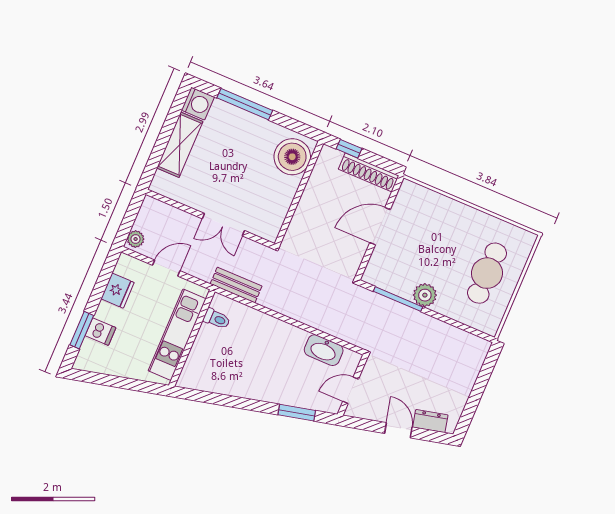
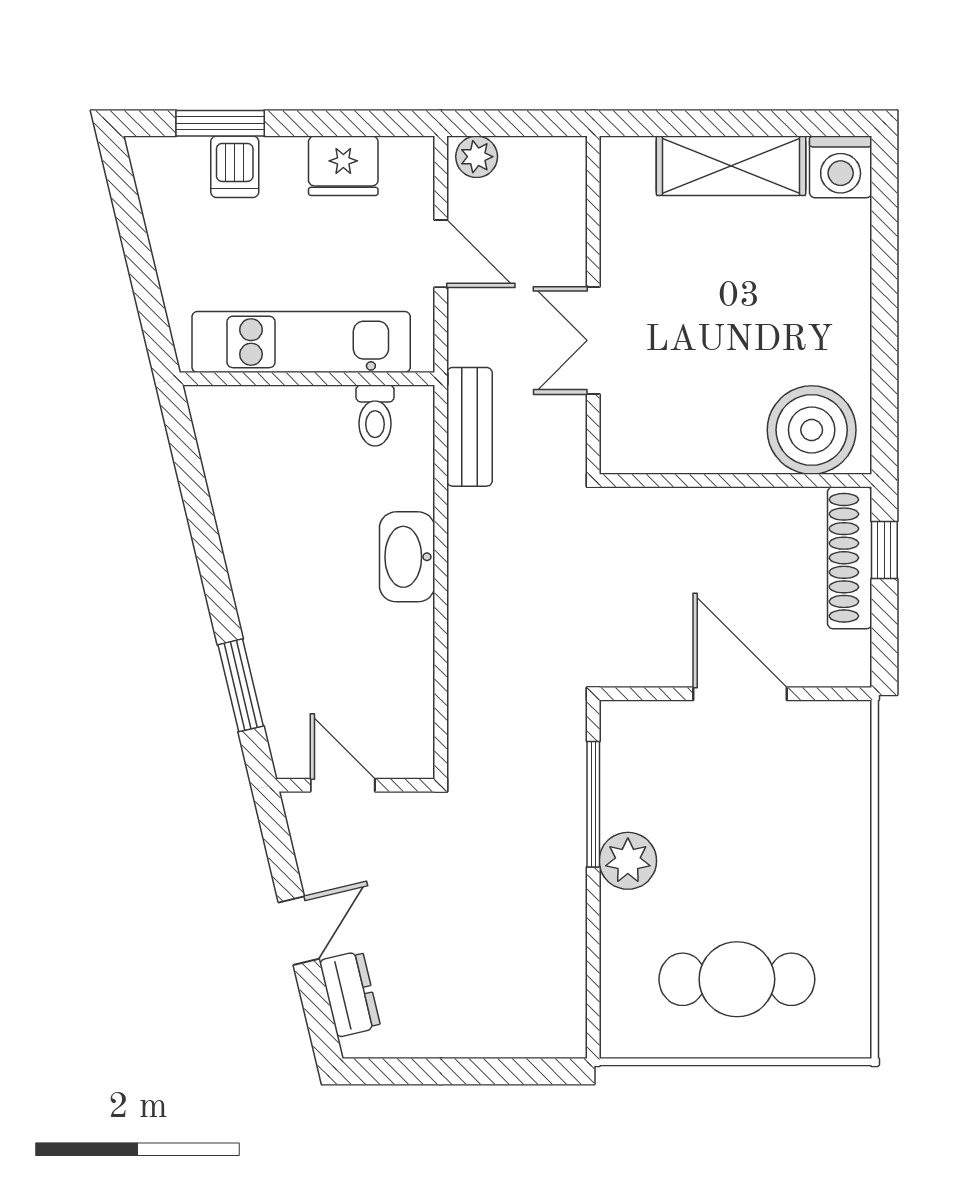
window: (245, 104) -> (884, 273), removed
shoe rack: (369, 172) -> (850, 558), moved
washbasin: (324, 350) -> (407, 557), moved

